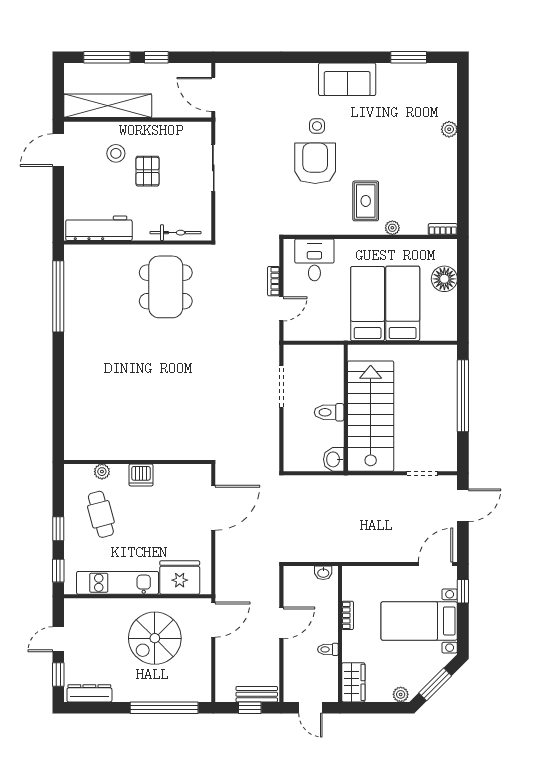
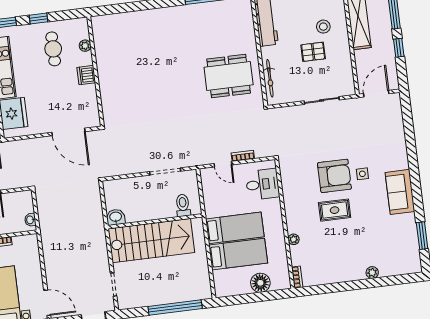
rug: (366, 201) -> (335, 210), moved
toilet: (329, 412) -> (183, 205), moved
cafe table: (101, 514) -> (53, 49), turned -75

